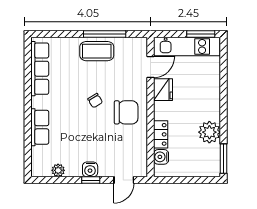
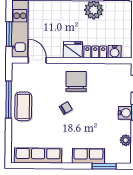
window: (201, 34) -> (9, 34), moved
fridge: (163, 90) -> (73, 50), moved
window: (28, 146) -> (104, 166), added

